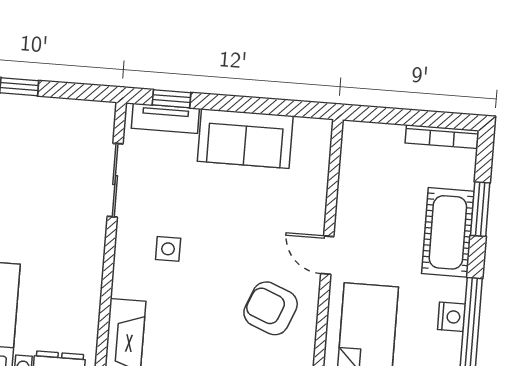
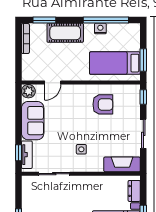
plant: (316, 134) -> (28, 91), added
window: (480, 209) -> (44, 20), moved
door: (327, 255) -> (53, 83), moved
armchair: (271, 308) -> (103, 104), turned -112

